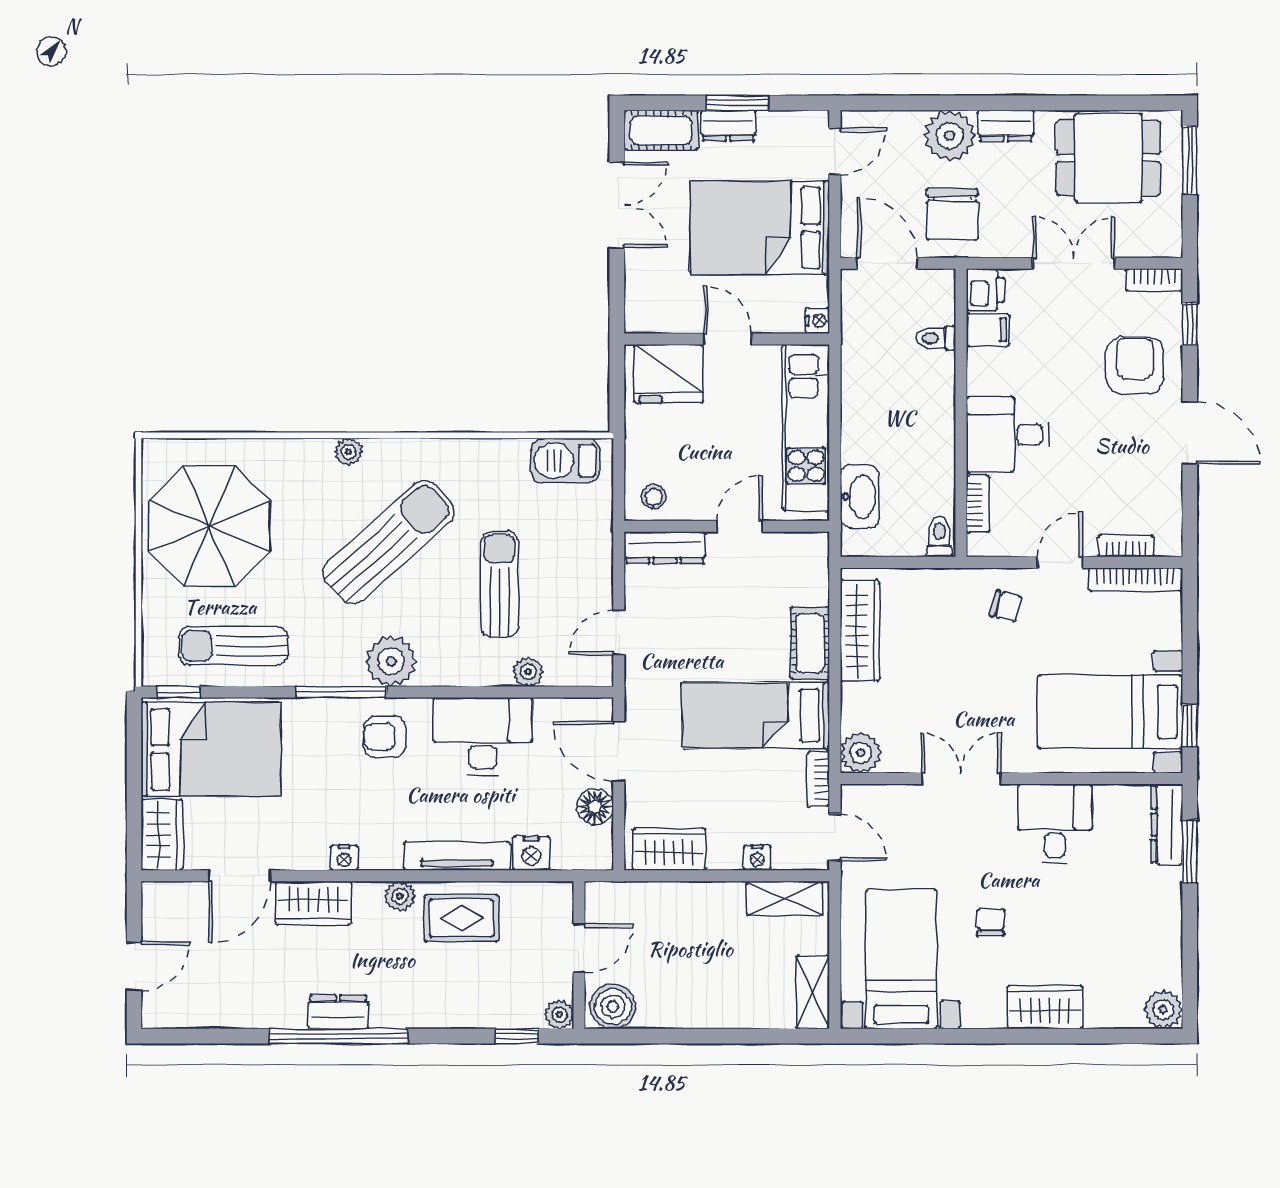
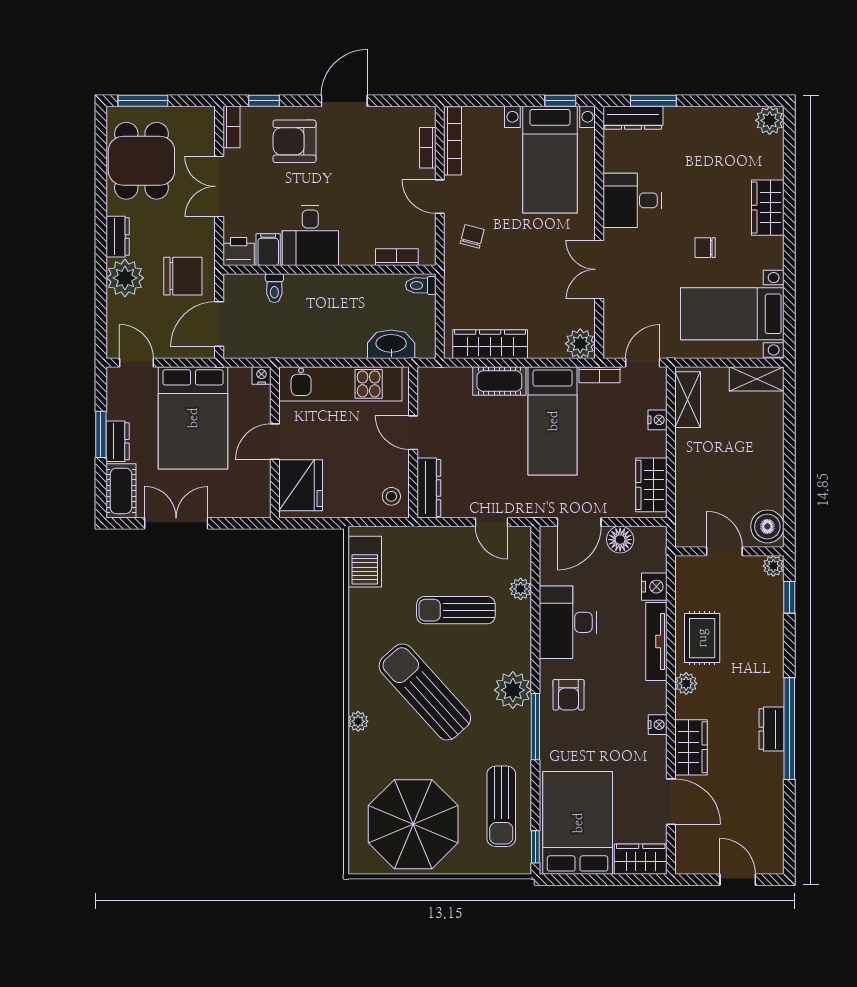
desk: (1007, 435) -> (310, 235), moved

